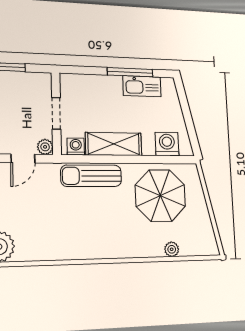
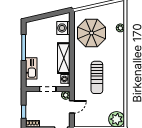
kitchen sink: (142, 86) -> (31, 68), moved
door: (23, 158) -> (72, 107), hinge flipped
sun lounger: (91, 176) -> (97, 77), moved

